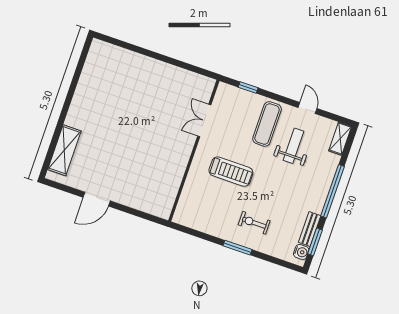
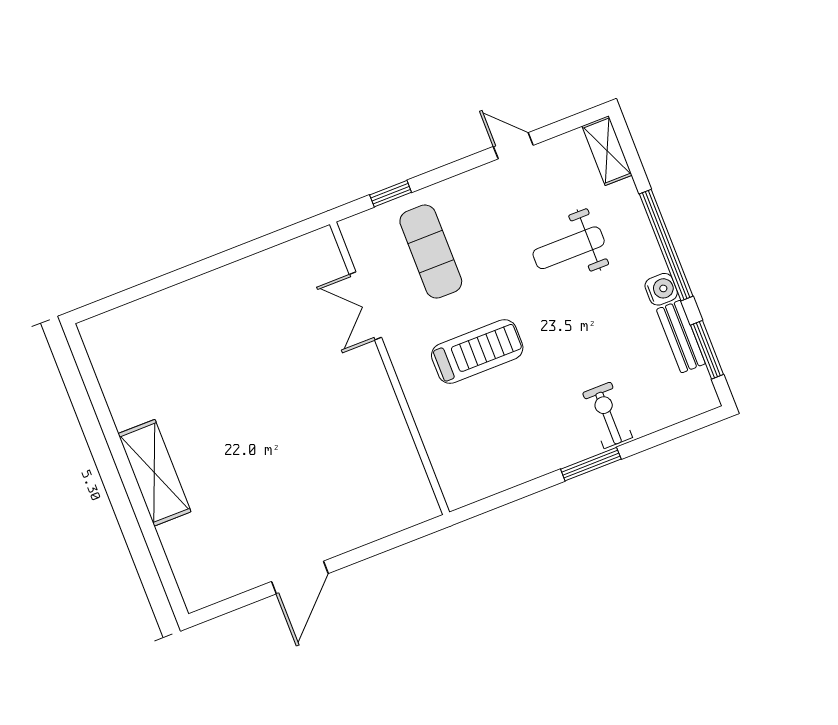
exercise mat: (267, 124) -> (431, 252), moved
weight bench: (293, 146) -> (569, 248), moved, turned -90
shelving: (64, 150) -> (154, 473), moved
exercise bike: (254, 223) -> (607, 415), moved, turned 90
water cooler: (301, 252) -> (661, 289), moved

